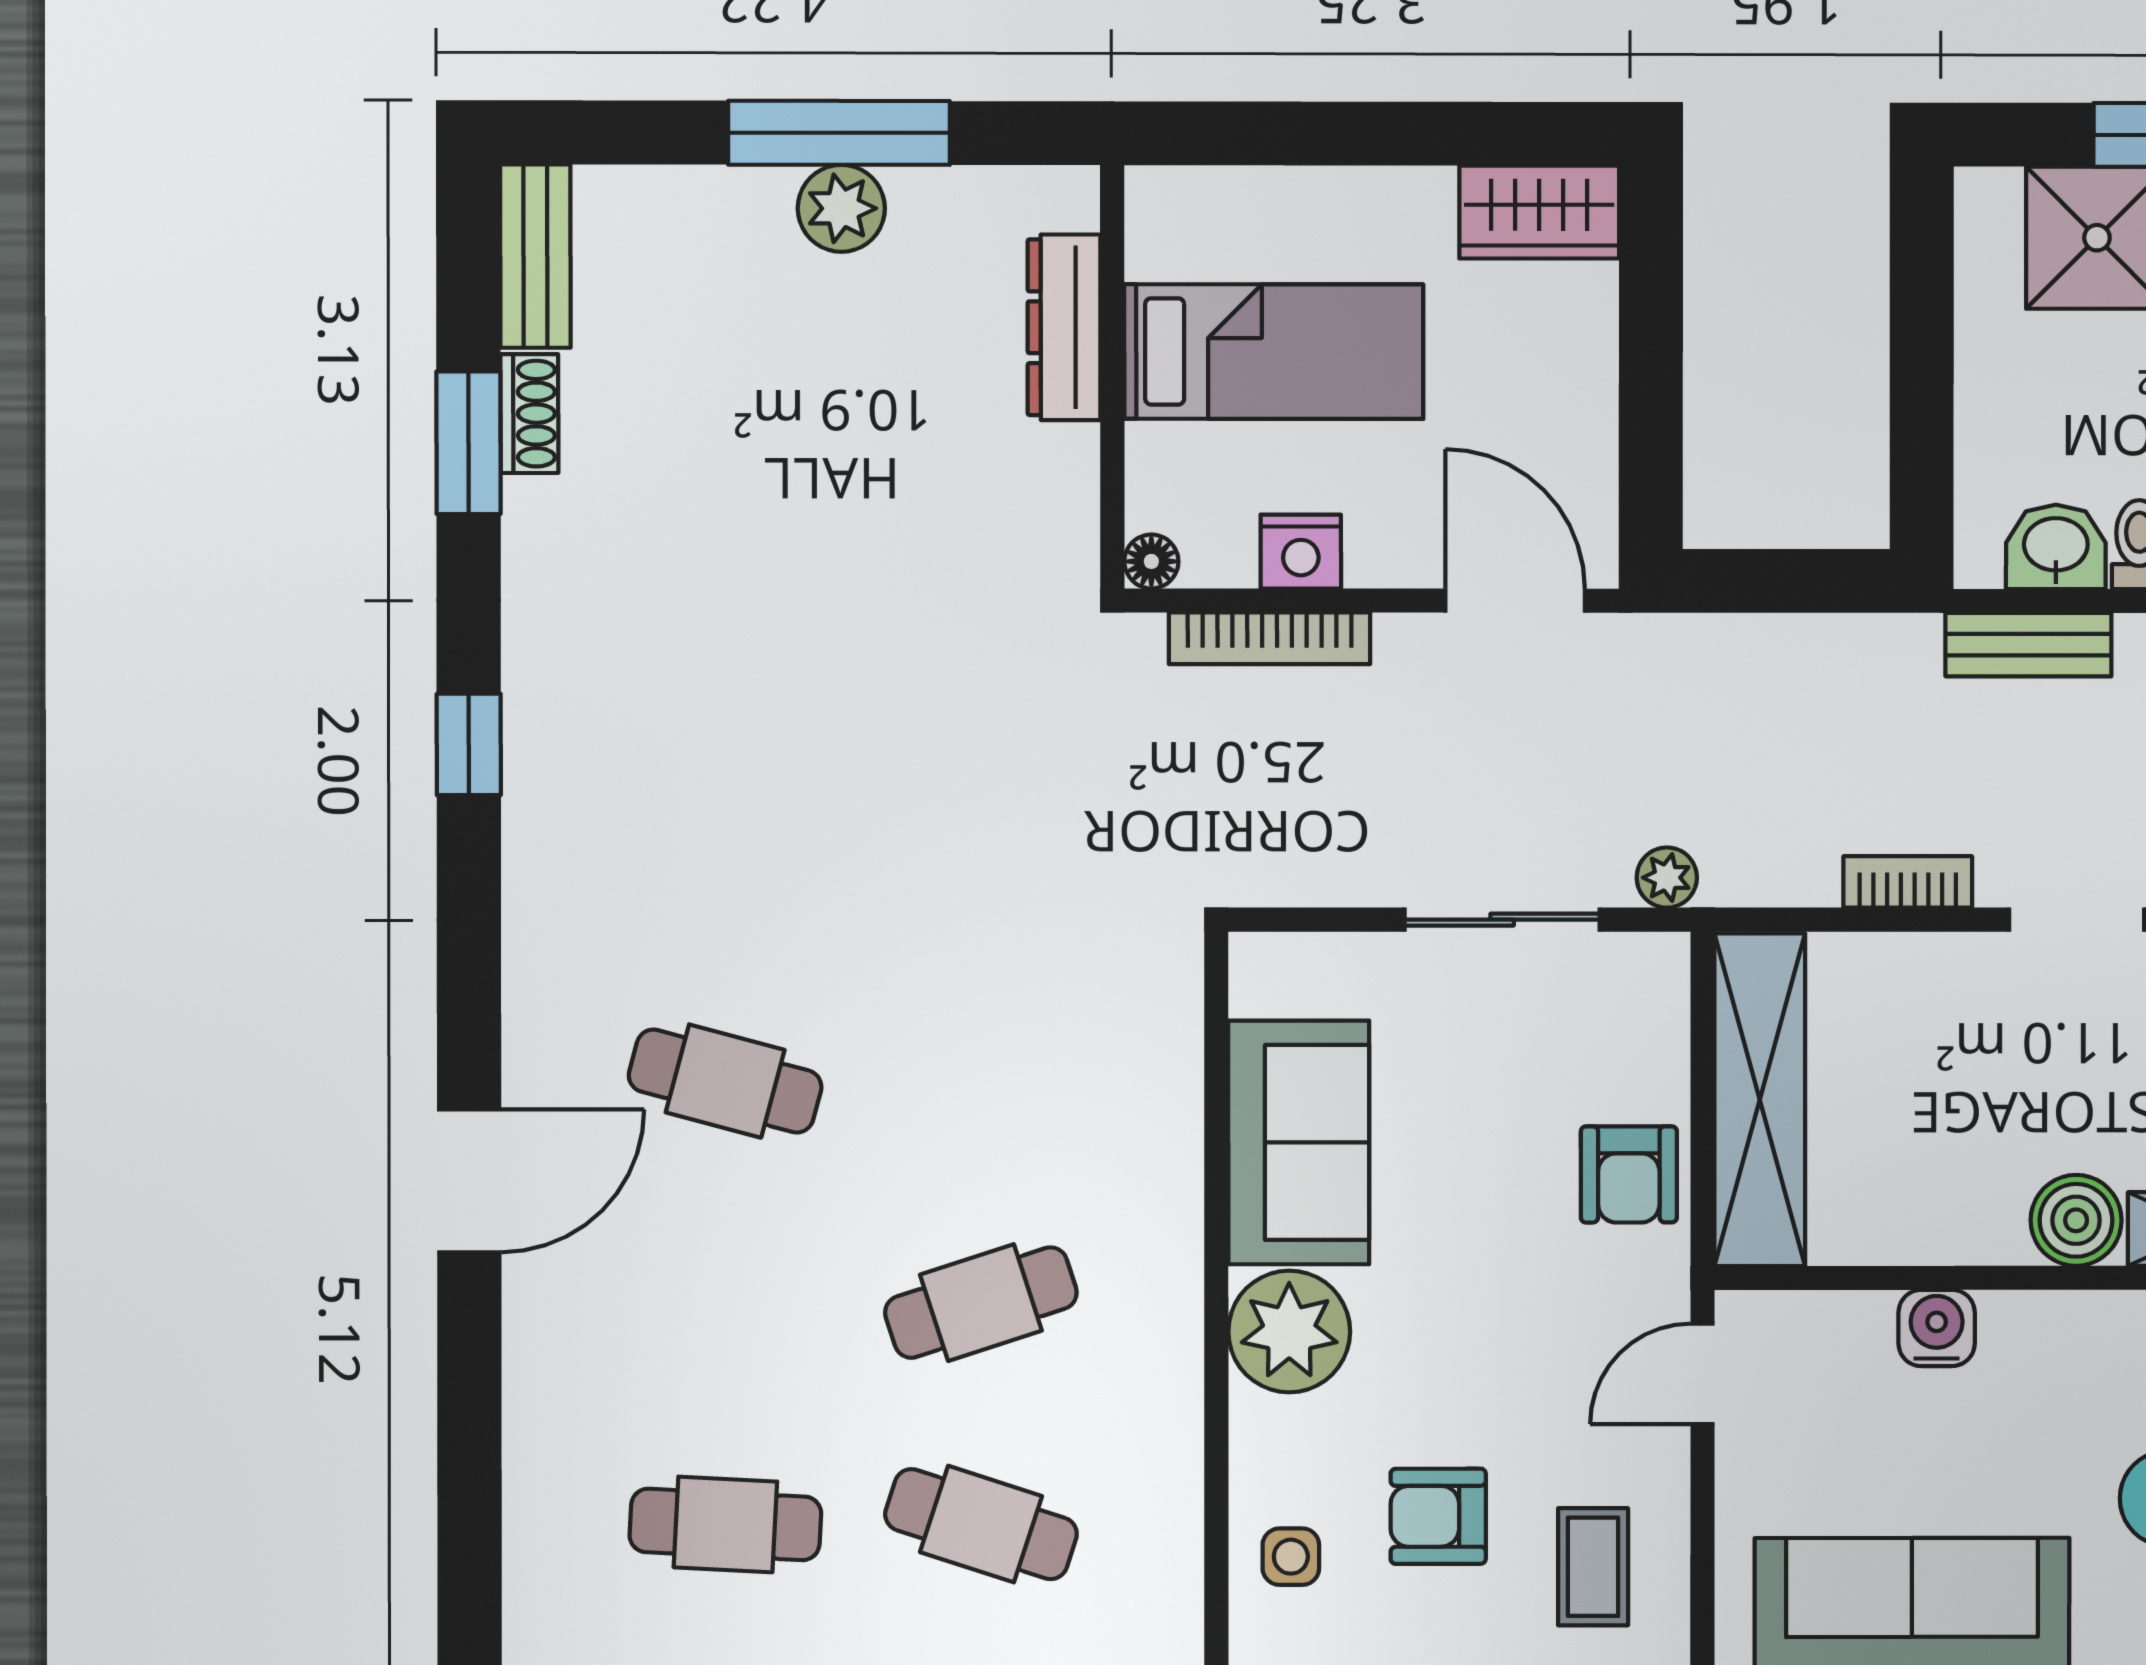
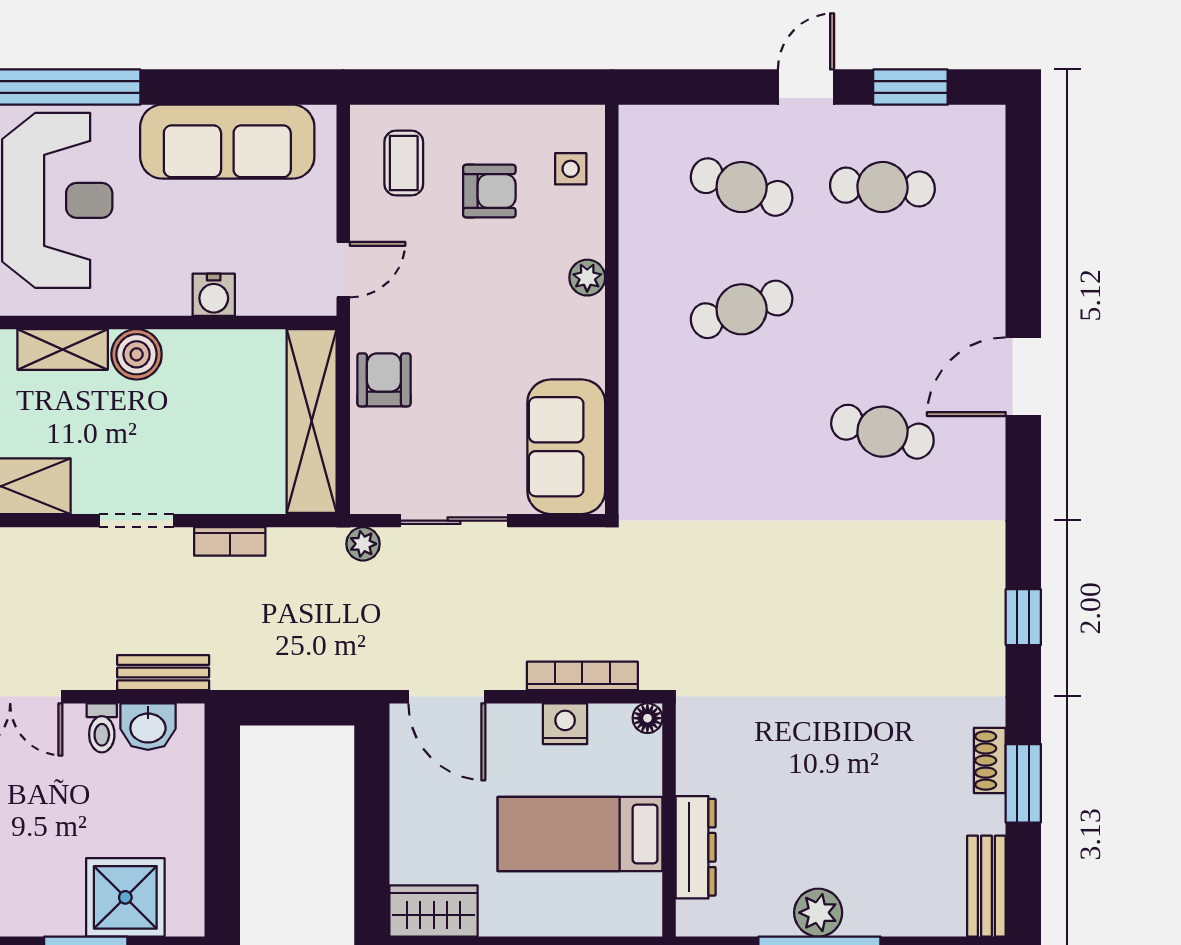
shoe rack: (529, 414) -> (990, 761), moved
sofa: (1299, 1142) -> (566, 447), moved
plant: (1289, 1331) -> (587, 278), width x0.53, depth x0.53

